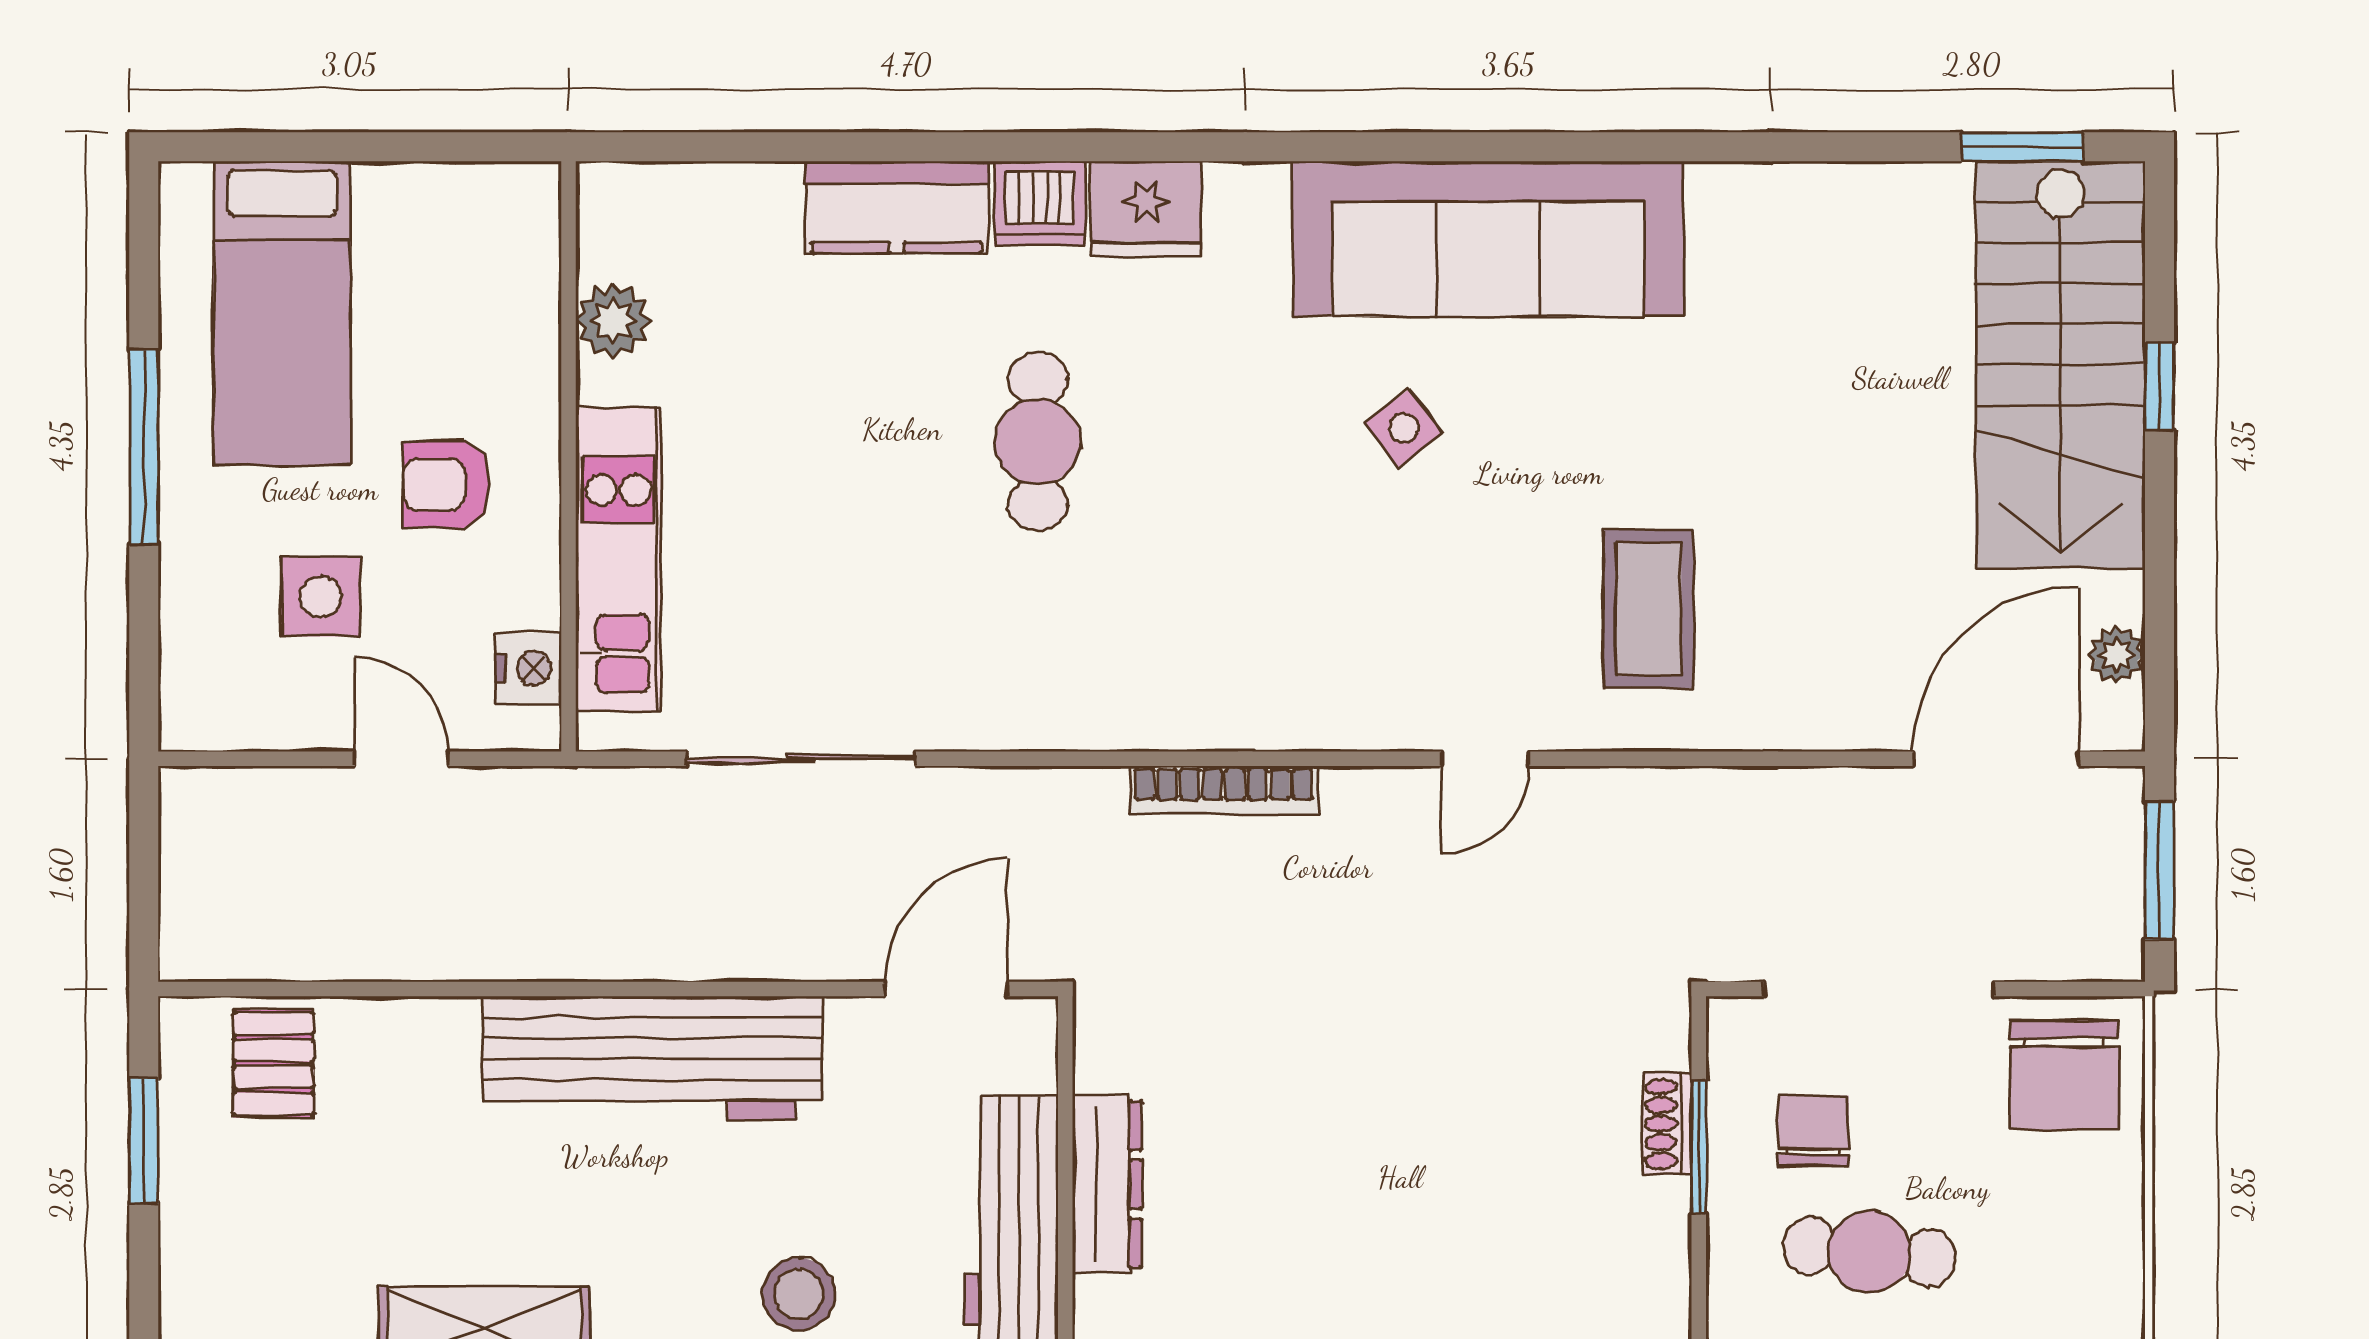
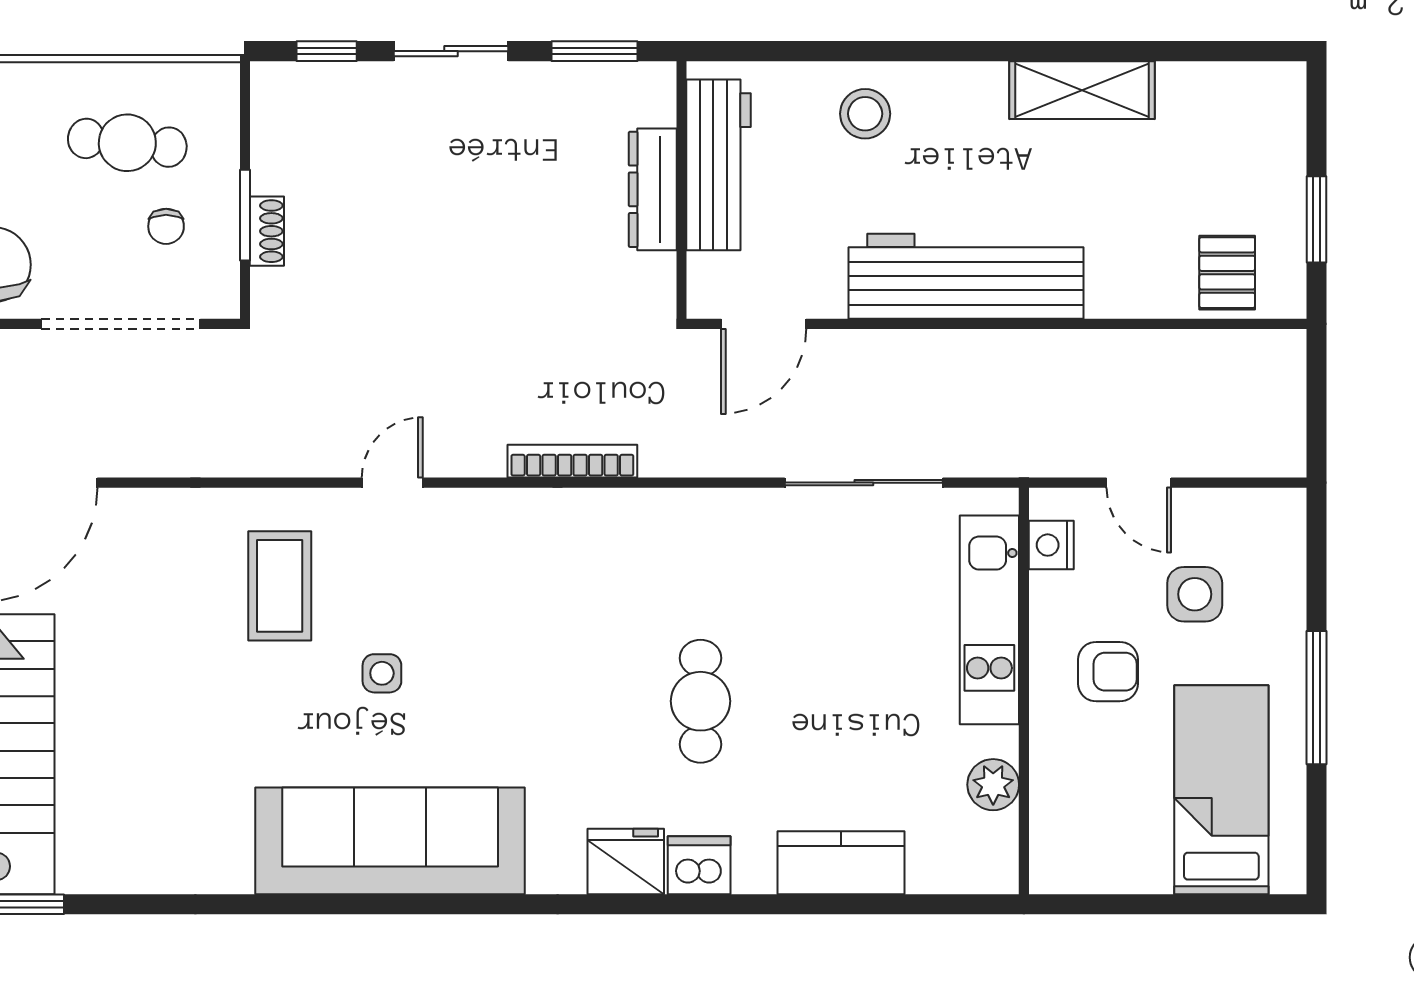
kitchen counter: (897, 207) -> (841, 863), moved
side table: (1404, 428) -> (382, 673), moved, turned 37
chair: (1813, 1131) -> (166, 226), width x0.73, depth x0.73

